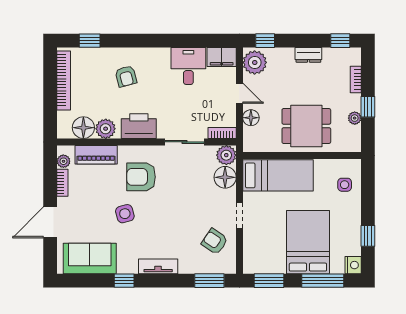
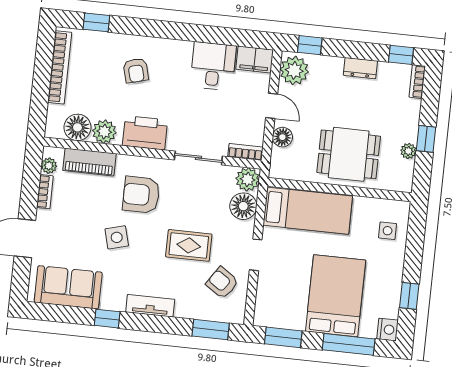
bookcase: (356, 80) -> (417, 82), moved
rug: (184, 214) -> (189, 245), added

